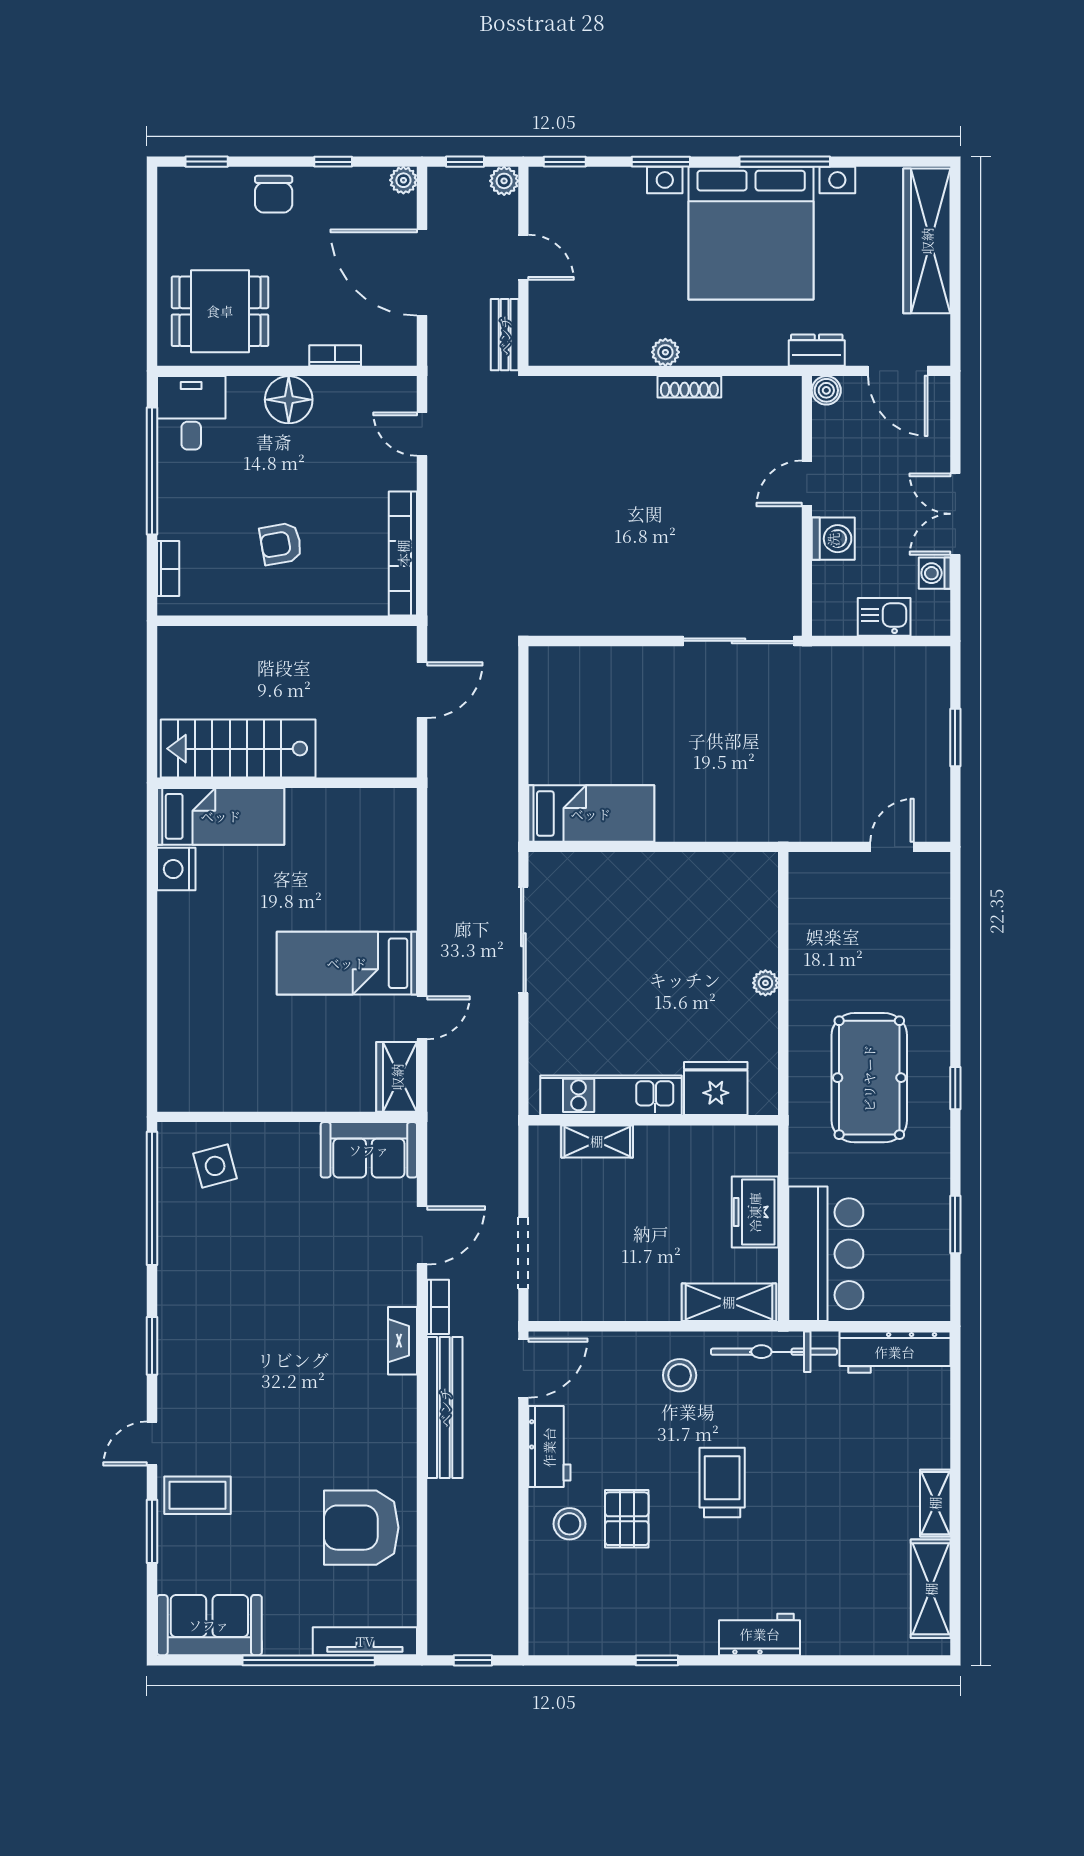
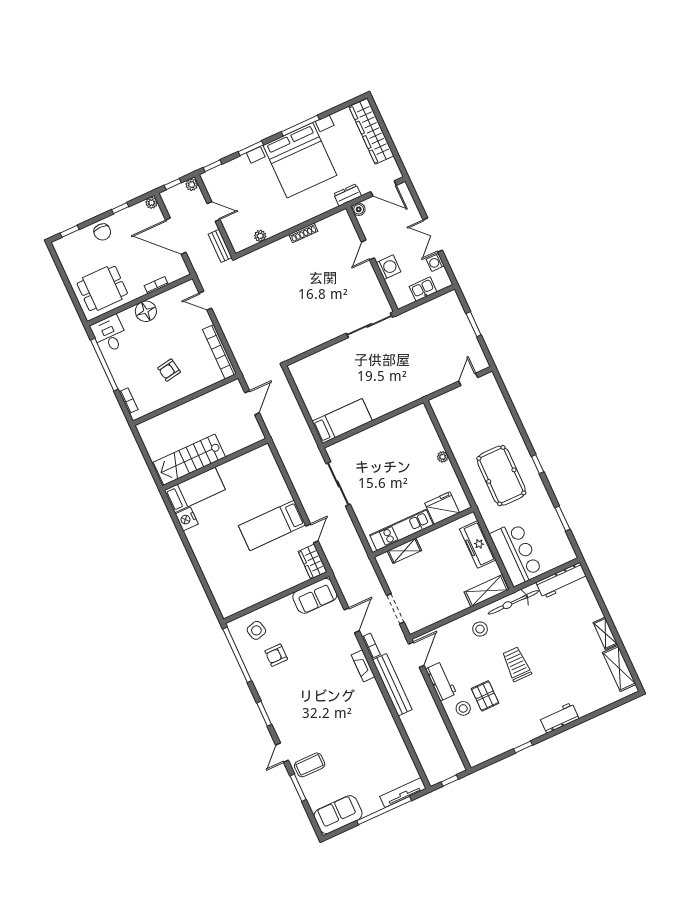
plant: (665, 352) -> (260, 236), moved
freezer: (755, 1212) -> (478, 544), width x1.40
armchair: (361, 1528) -> (276, 655), moved, width x0.53, depth x0.53

